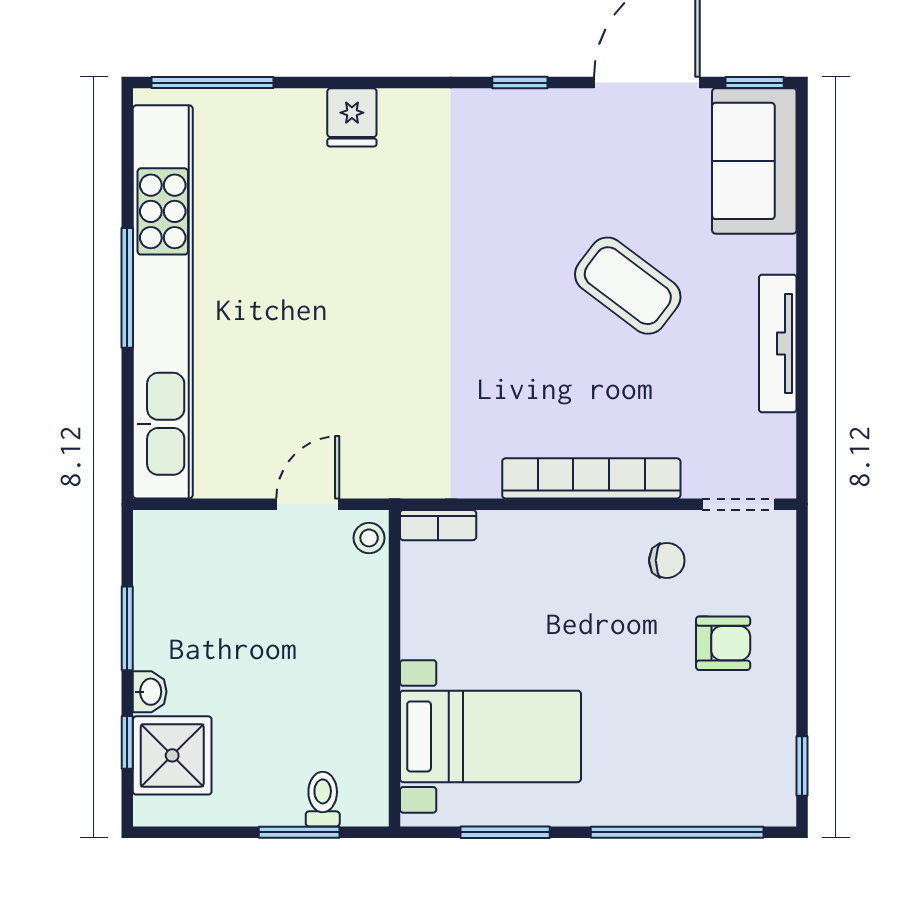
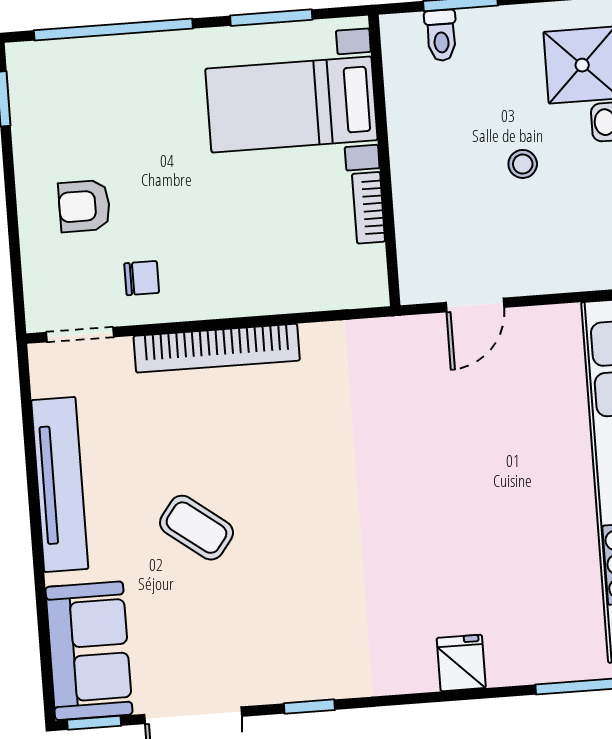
coffee table: (628, 286) -> (197, 528), width x0.73, depth x0.77
tv unit: (778, 344) -> (60, 484), width x1.36, depth x1.29
bookcase: (438, 525) -> (369, 208), moved, turned -90
stool: (369, 538) -> (523, 164), moved
chair: (667, 560) -> (142, 278), turned 180

